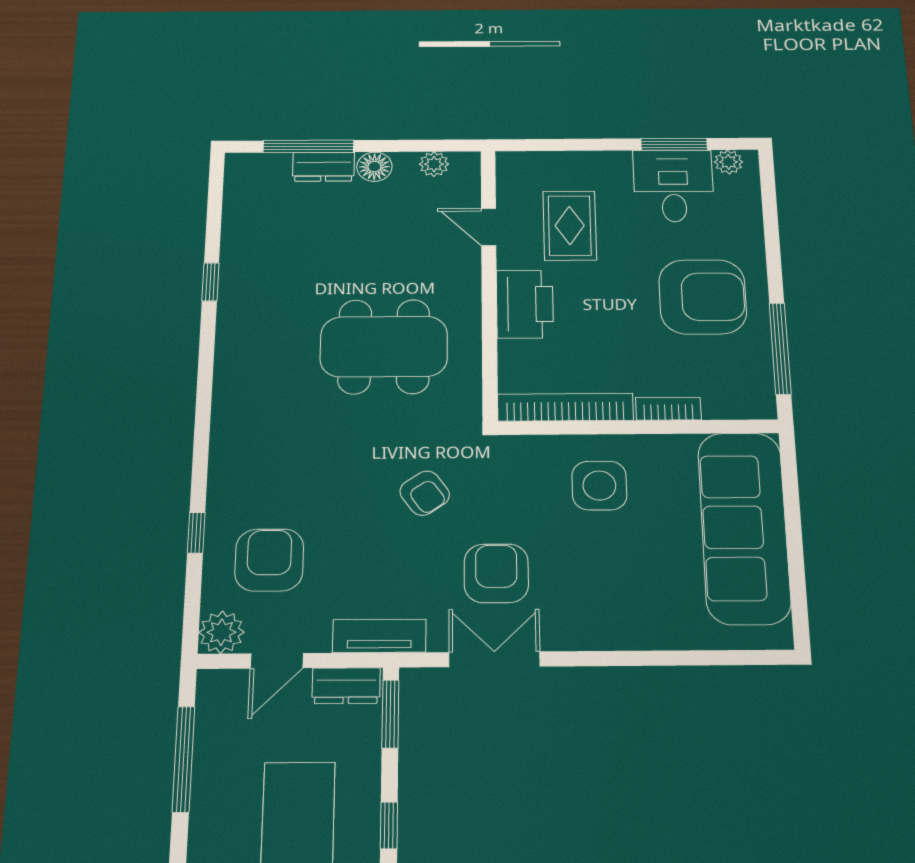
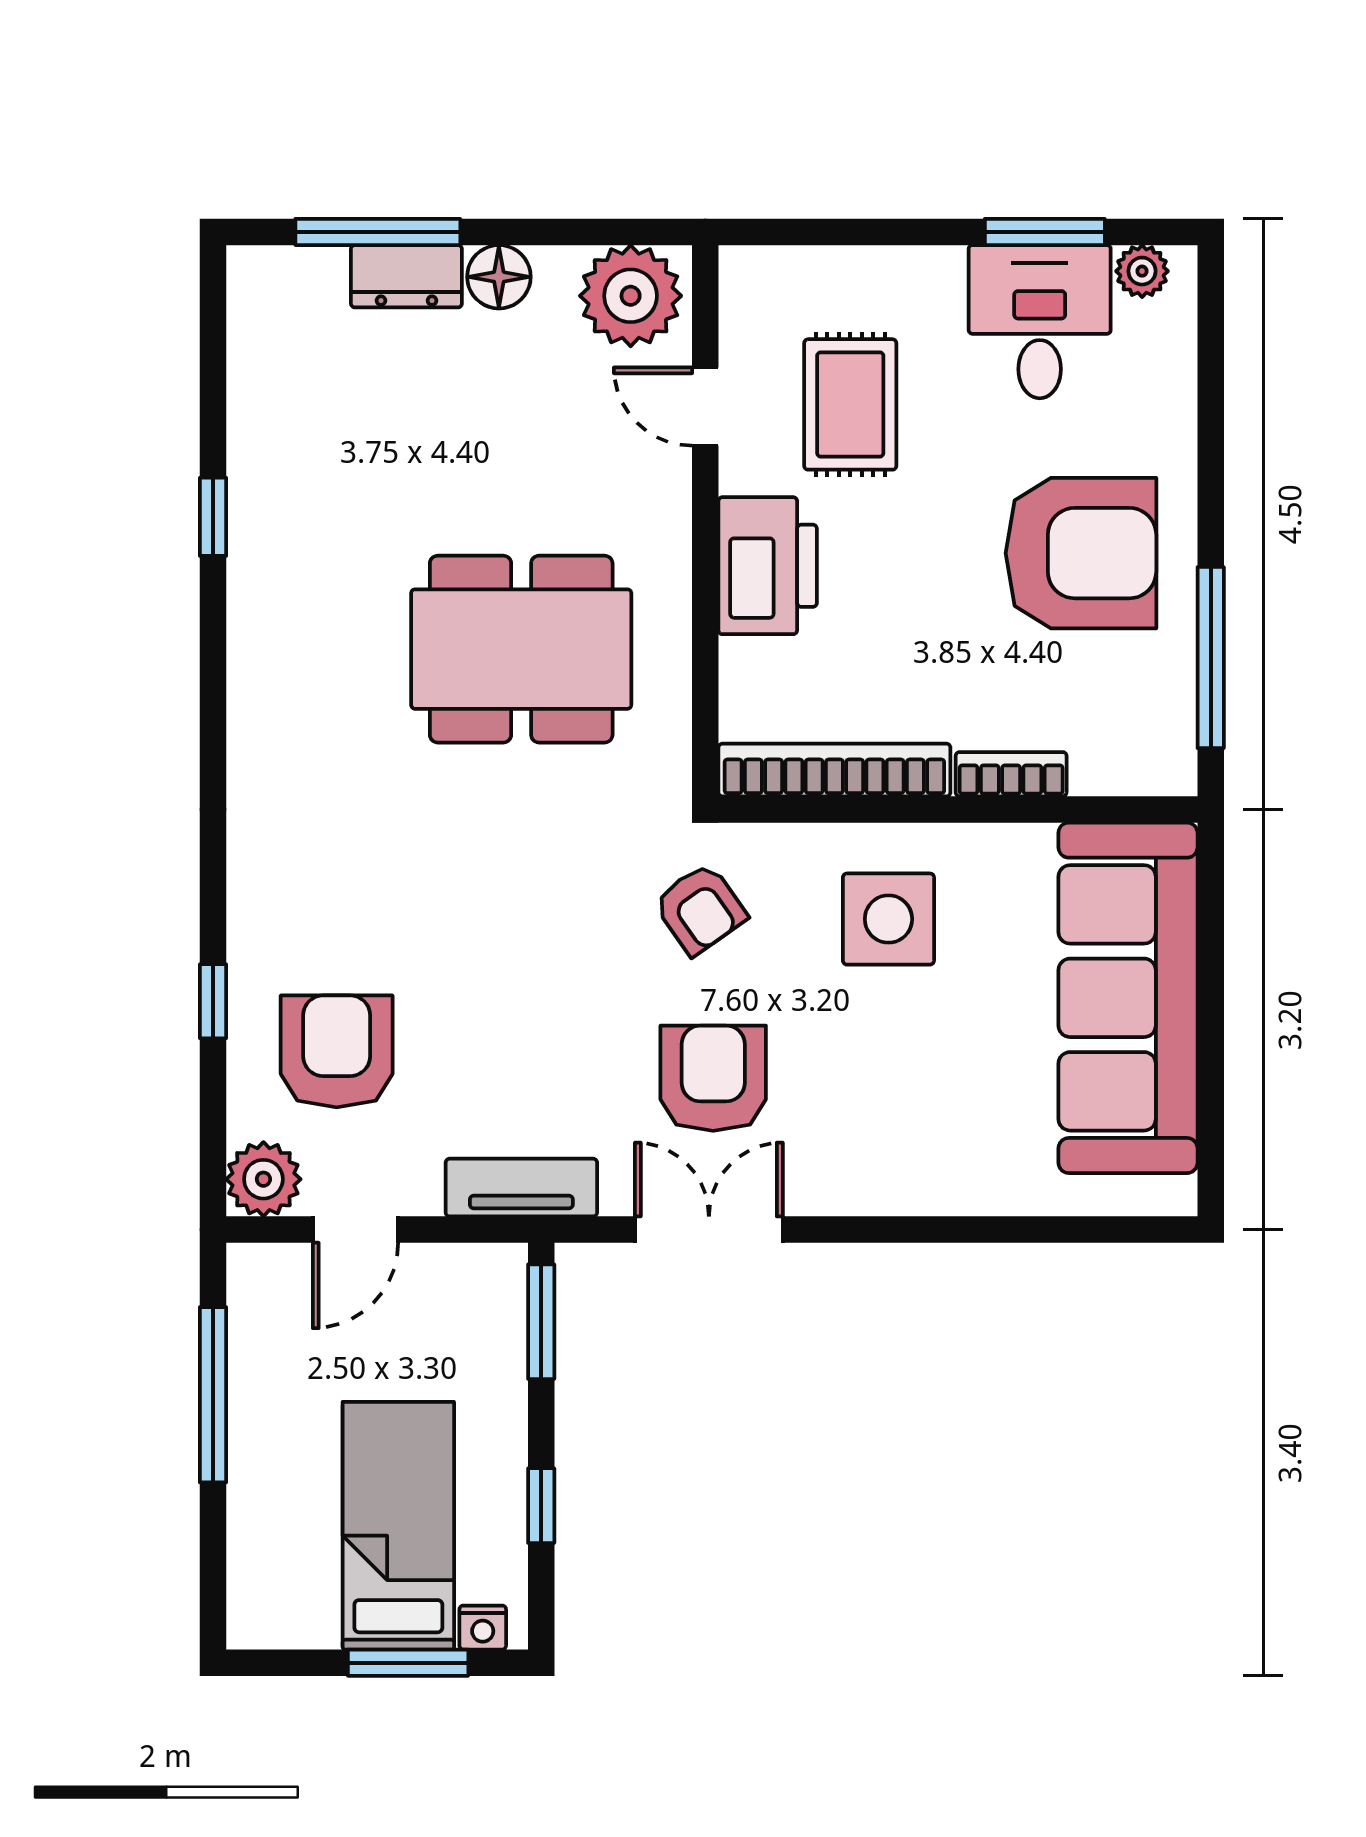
plant: (434, 164) -> (631, 296), width x1.88, depth x1.88
armchair: (425, 493) -> (700, 909), moved
dresser: (346, 686) -> (469, 1273), removed

